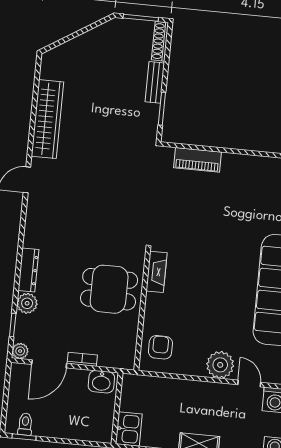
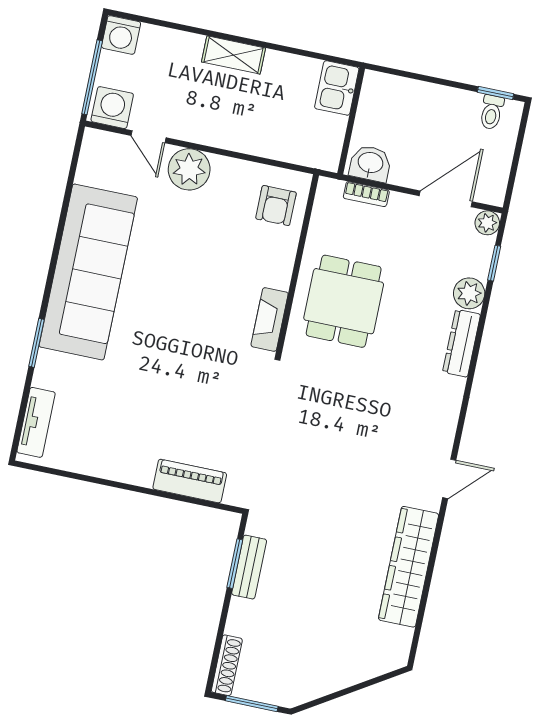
bench: (155, 82) -> (249, 567), moved
dining table: (109, 289) -> (344, 301), turned 90
bookcase: (82, 359) -> (366, 194), moved

